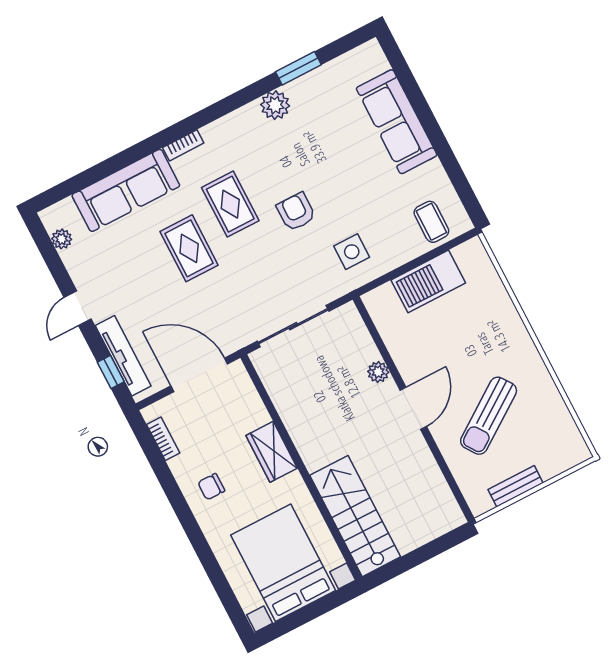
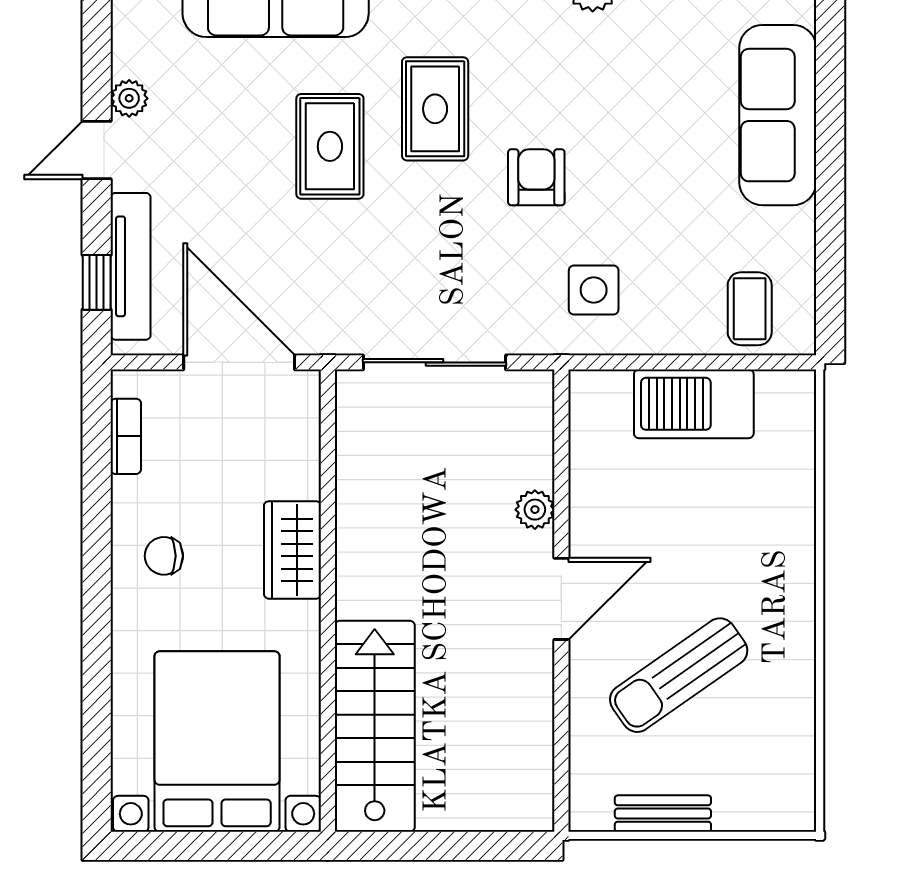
plant: (62, 239) -> (129, 98), moved

